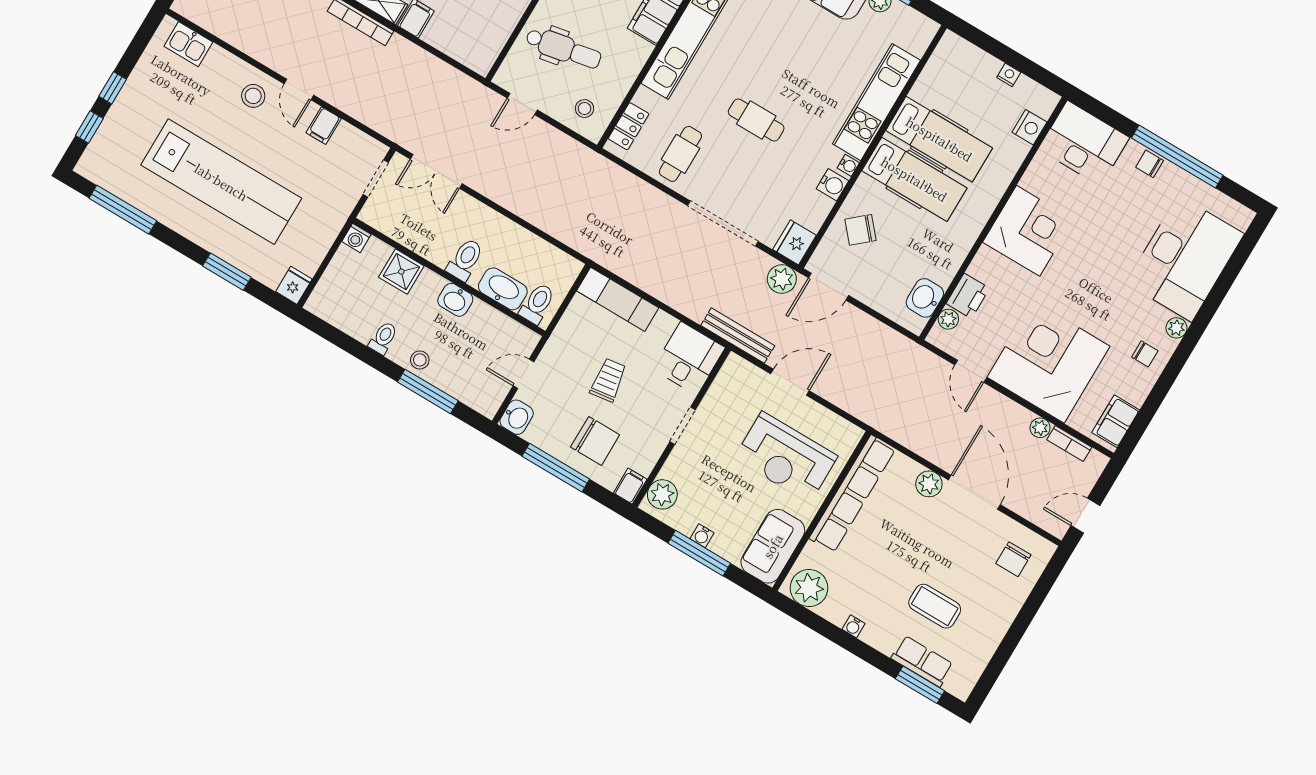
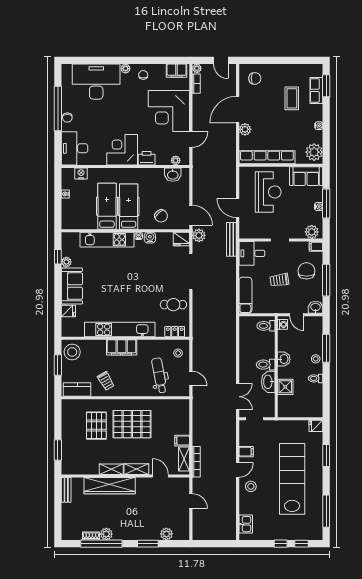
cafe table: (756, 120) -> (142, 283), removed
washing machine: (356, 238) -> (283, 324), moved
washbasin: (503, 289) -> (268, 382), moved
printer: (968, 296) -> (147, 158), moved
plant: (1040, 428) -> (197, 68), moved

